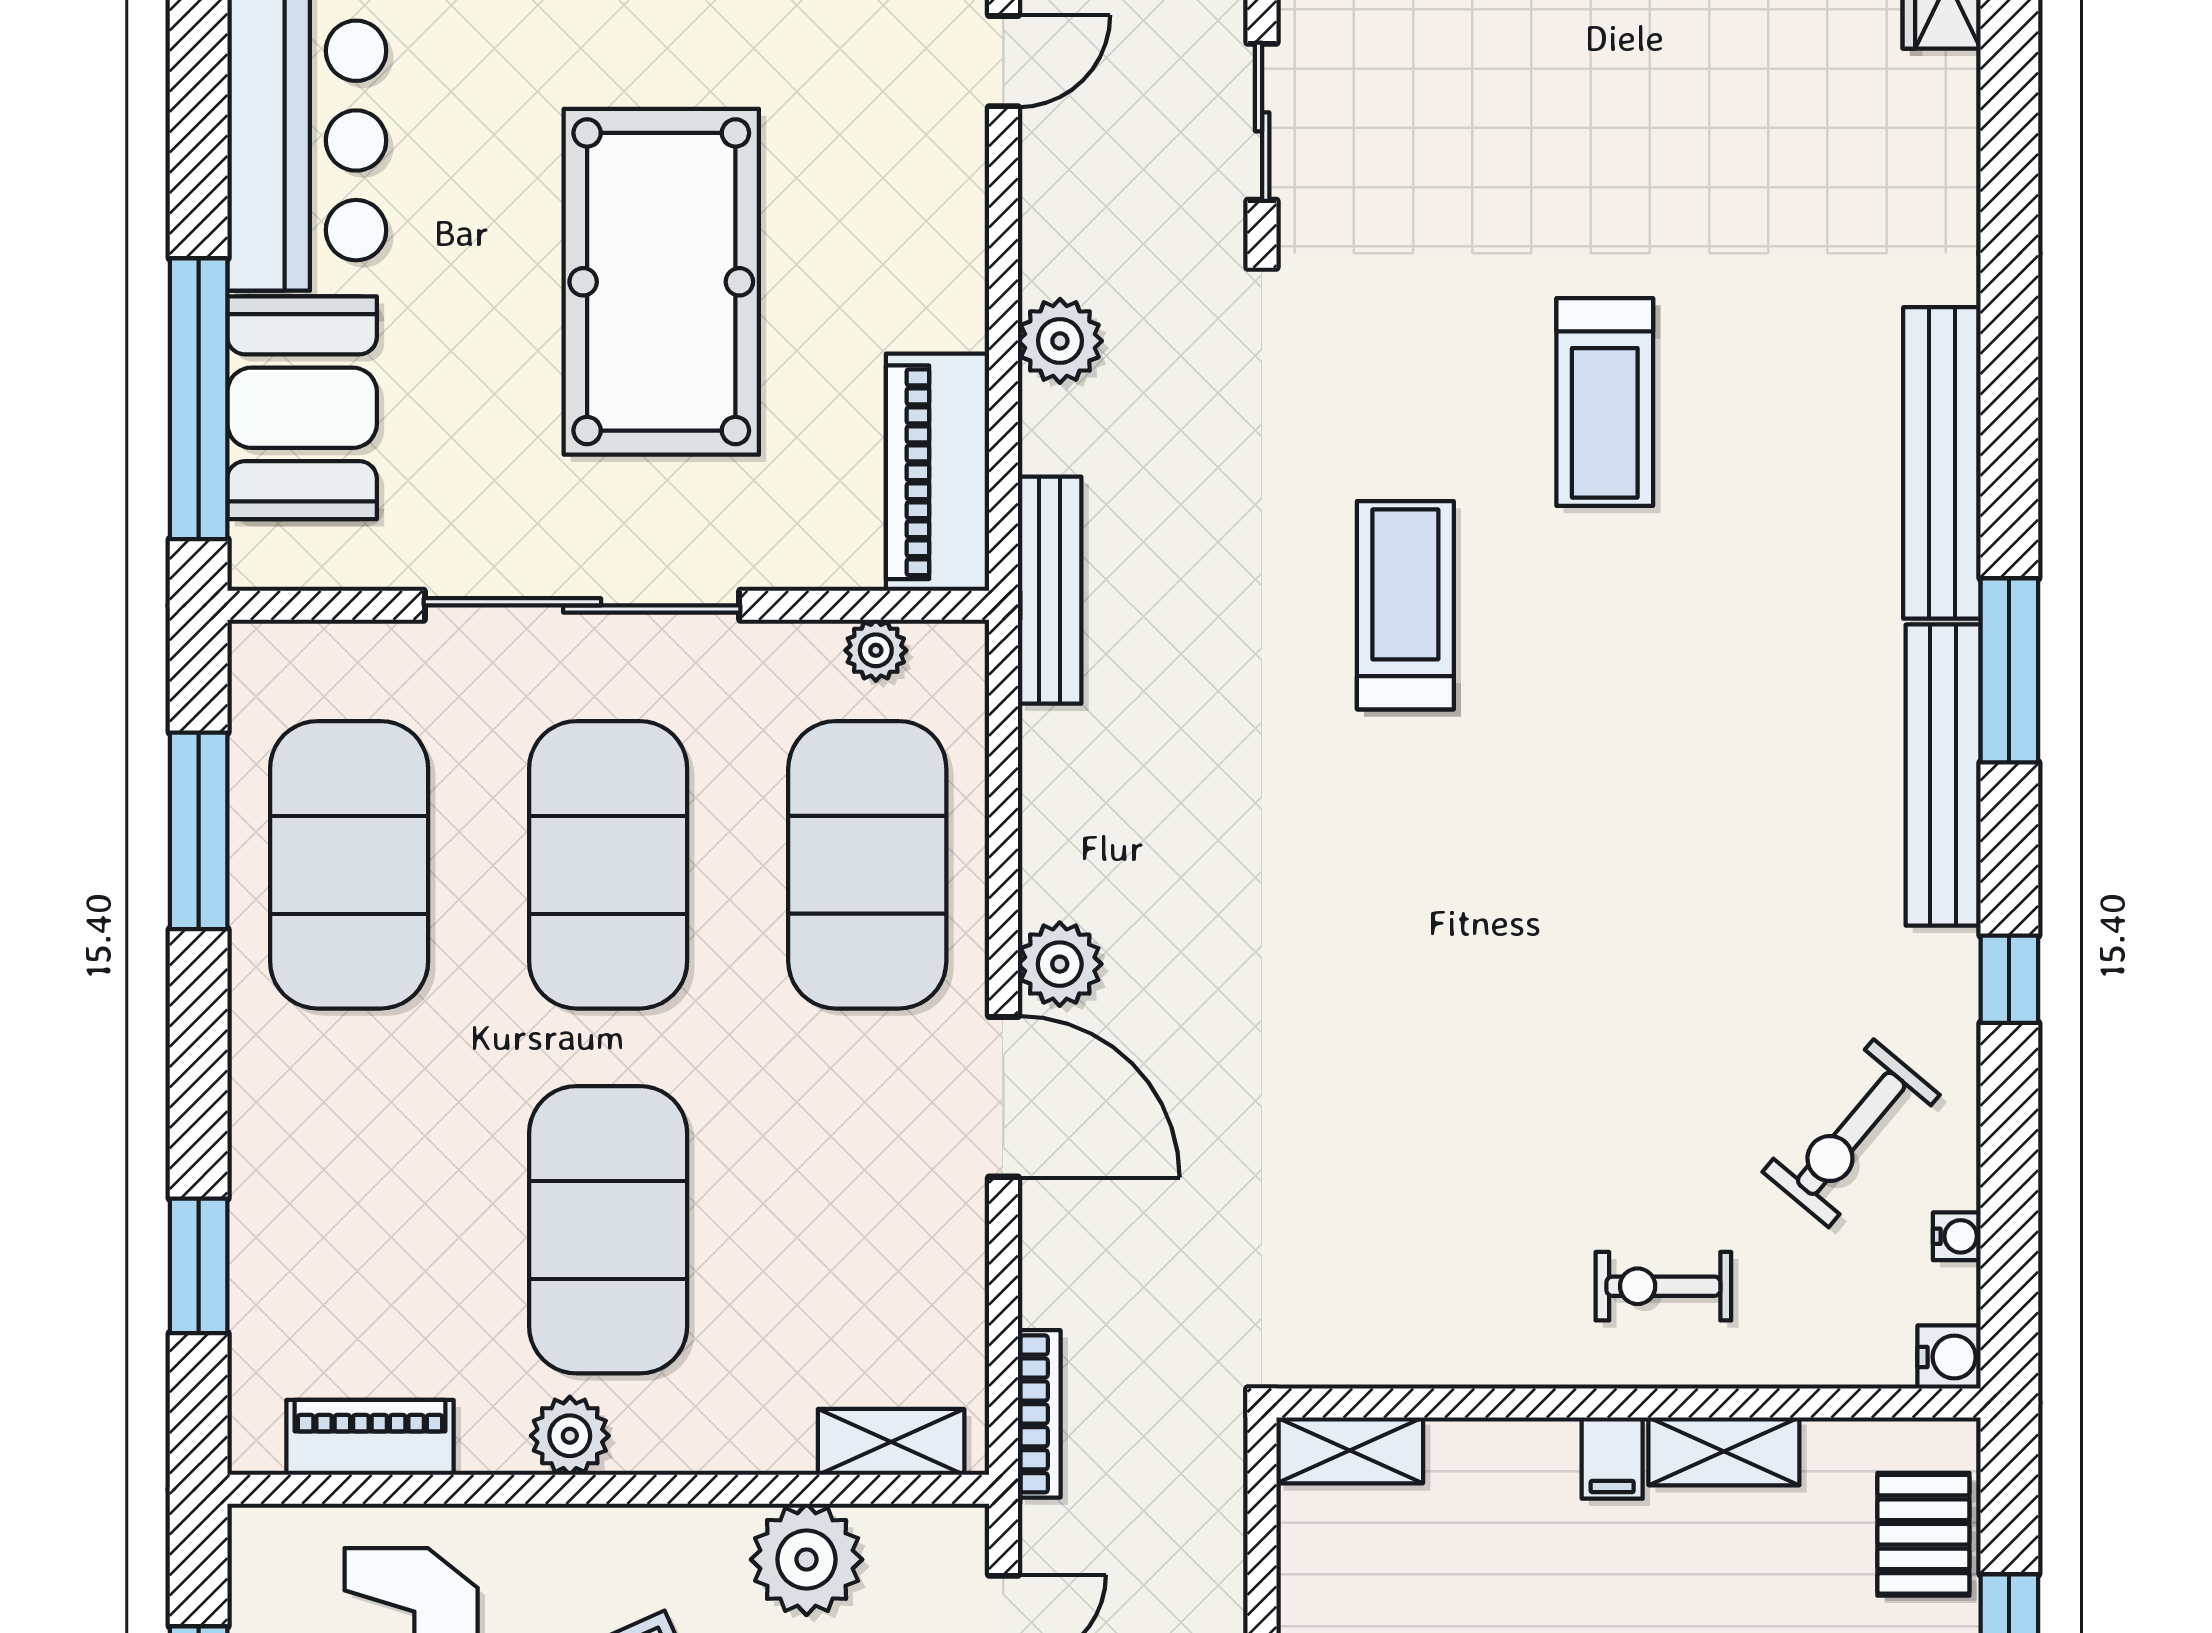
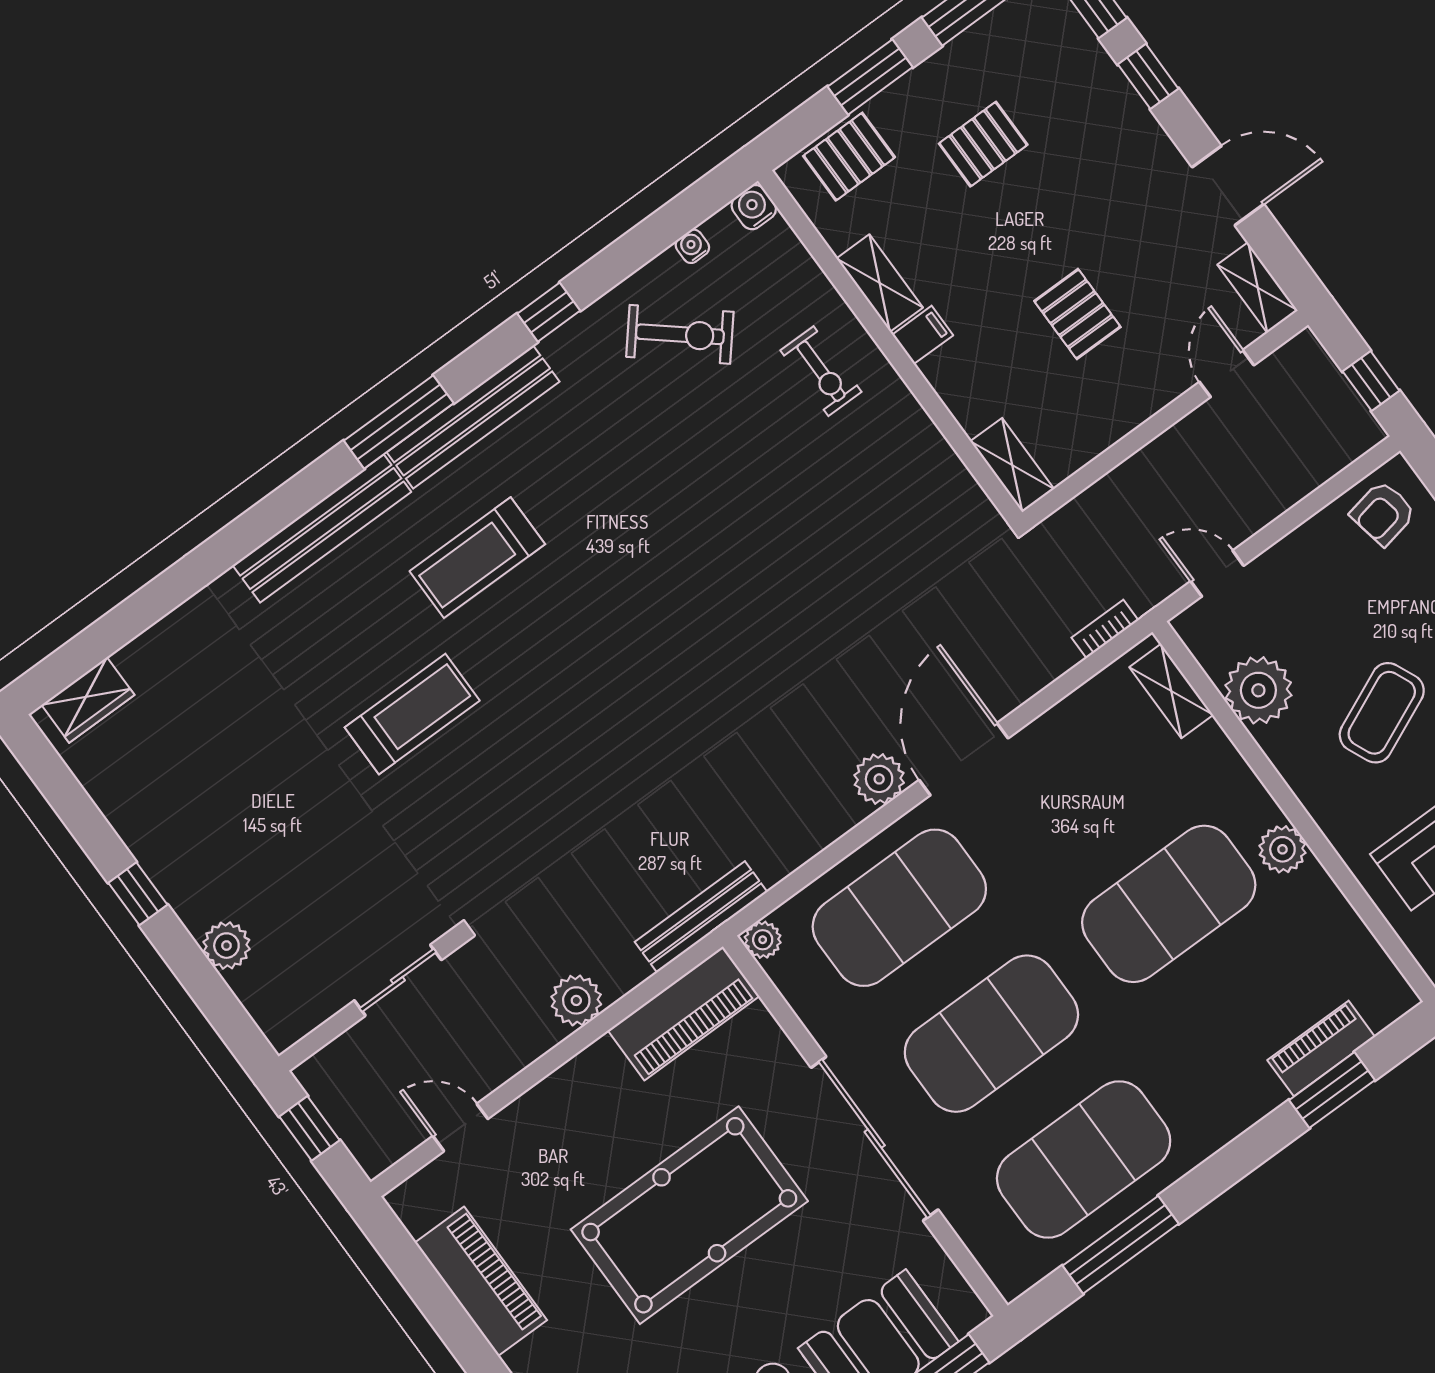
treadmill: (1405, 605) -> (477, 558), moved
plant: (876, 650) -> (763, 940), moved
bookcase: (1039, 1414) -> (1105, 629), width x0.64
piano: (370, 1437) -> (1321, 1049), moved, turned 90

